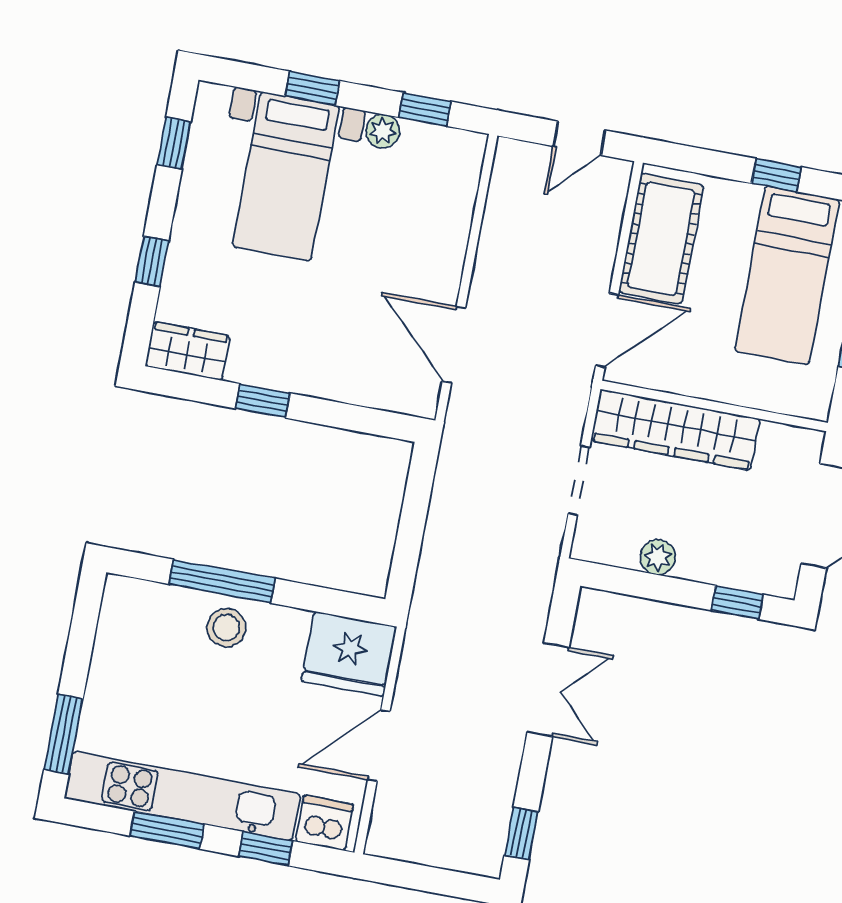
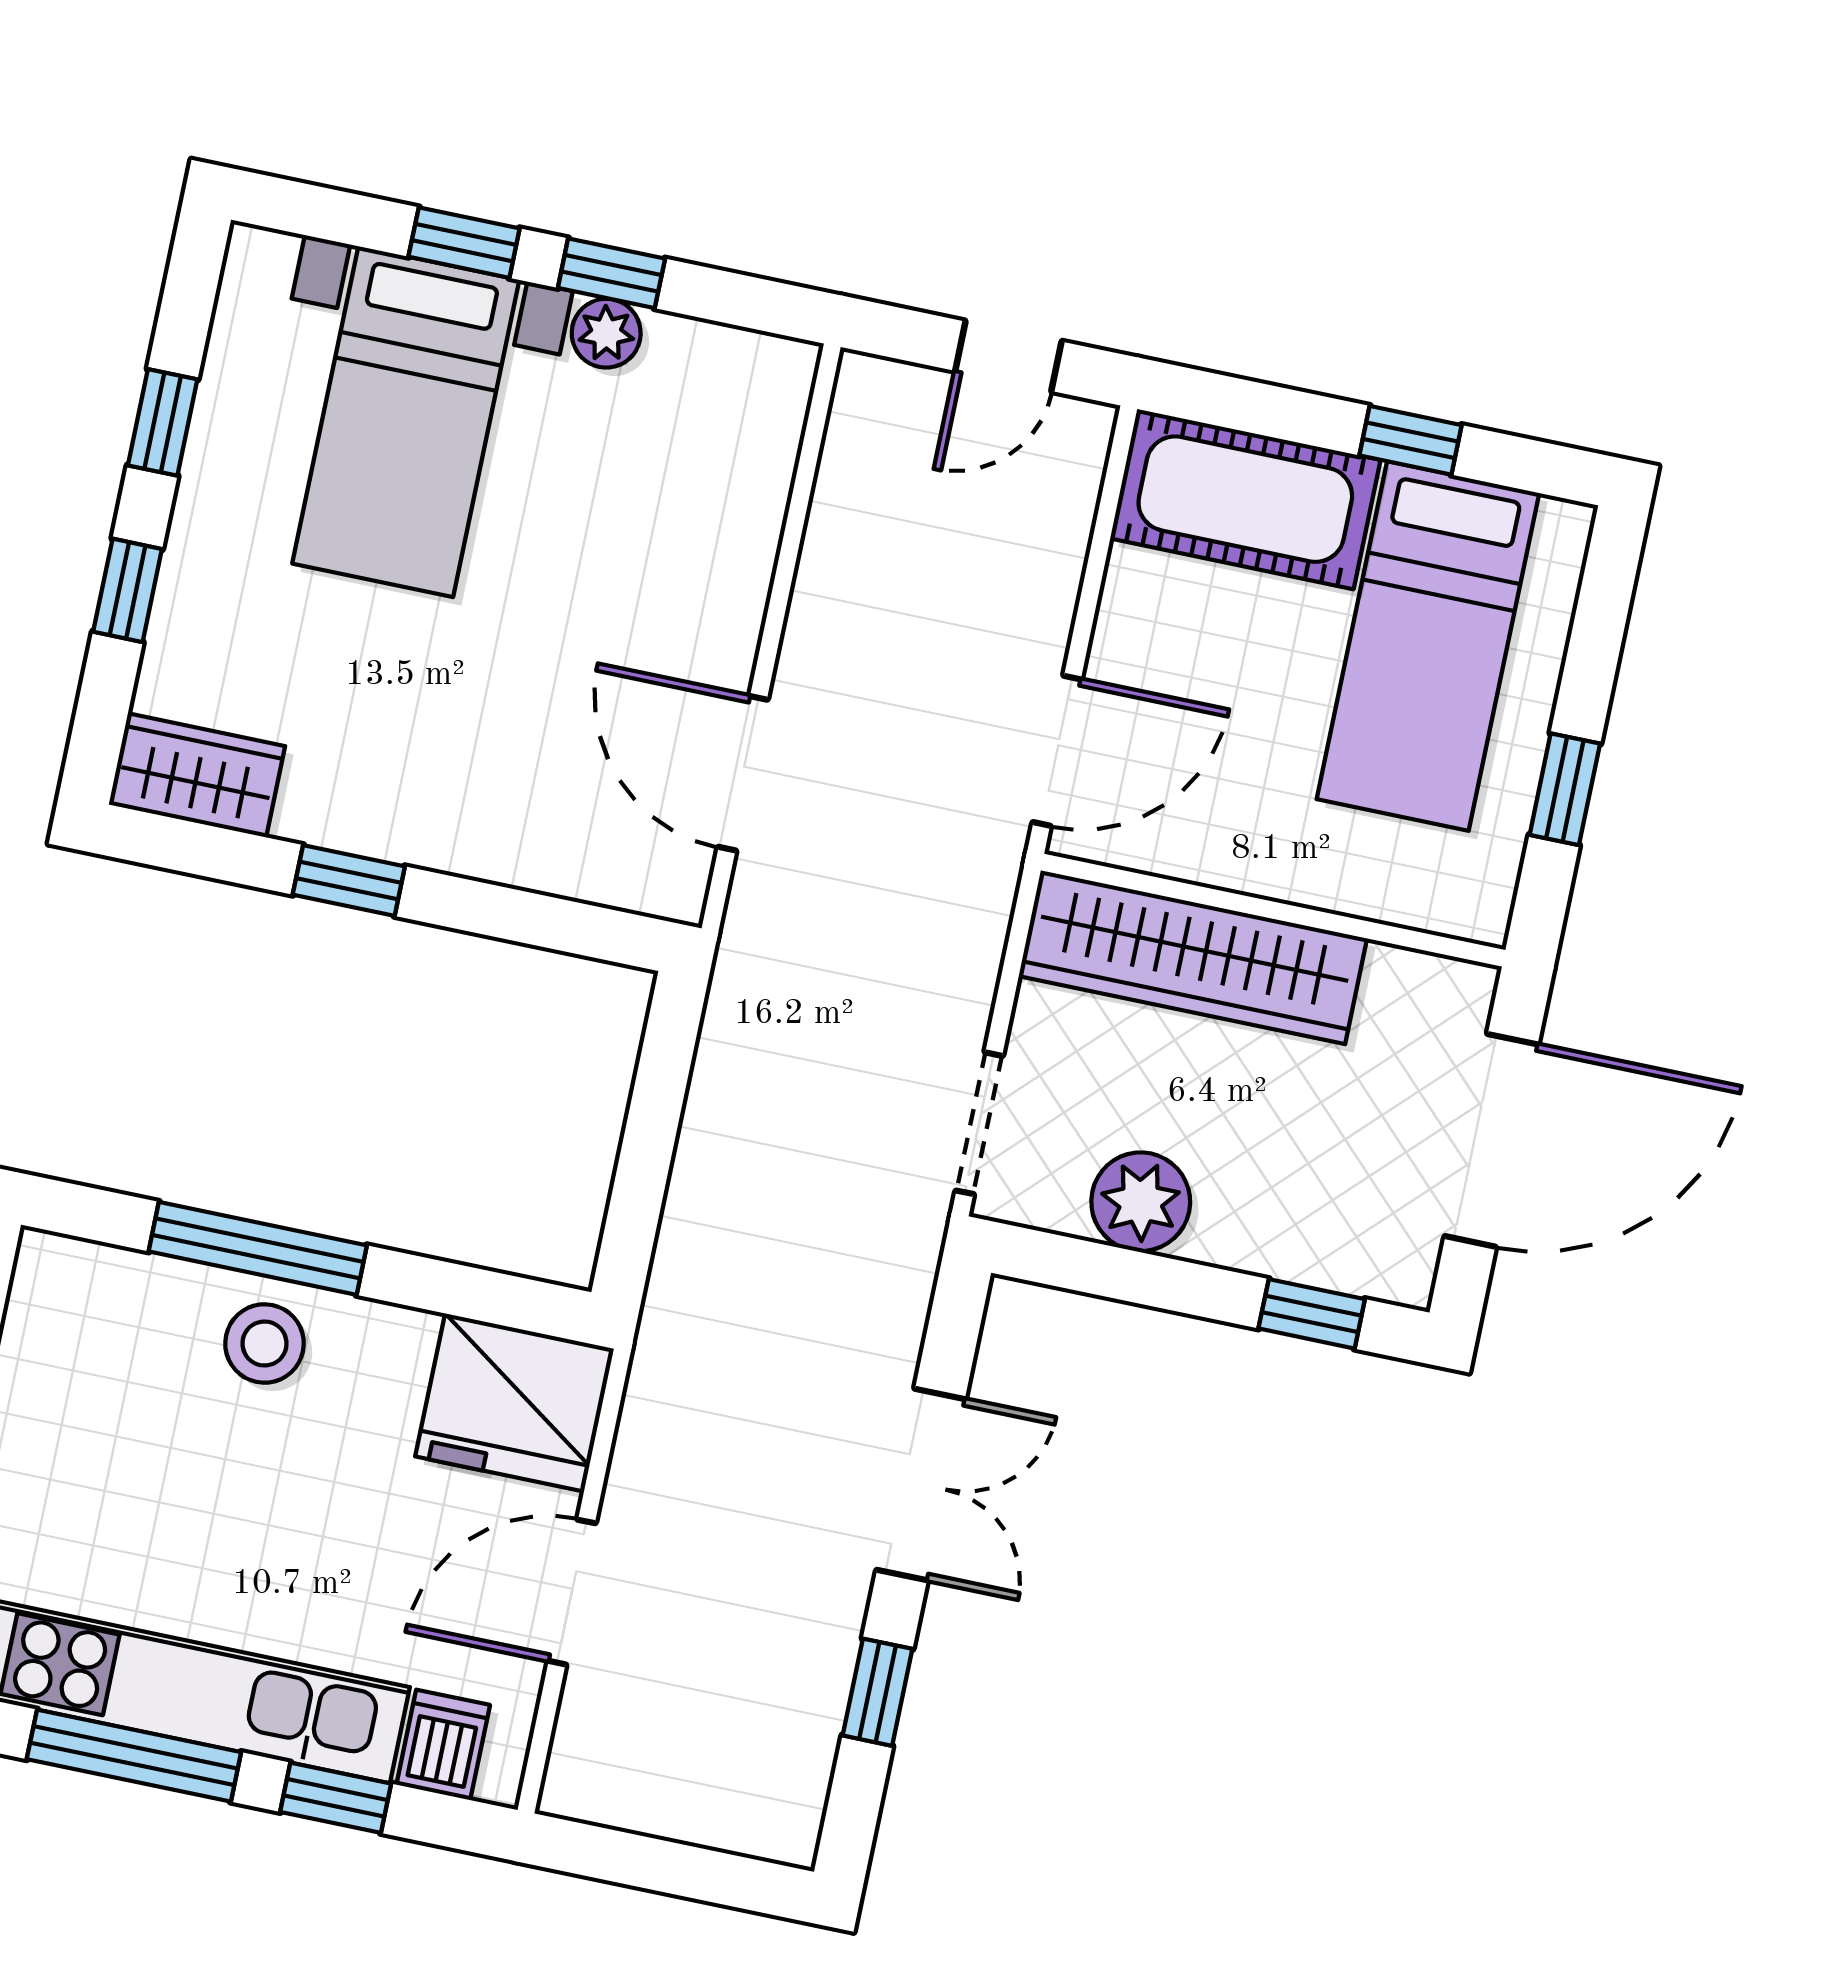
window: (425, 109) -> (611, 273), moved
window: (174, 143) -> (163, 422), moved
cot: (661, 239) -> (1245, 499), moved, turned 90
doorway: (579, 480) -> (979, 1123), moved
plant: (658, 557) -> (1141, 1202), width x1.38, depth x1.38
dishwasher: (325, 823) -> (443, 1745), width x0.73
window: (167, 830) -> (134, 1756), width x1.44
window: (521, 833) -> (878, 1692), moved

